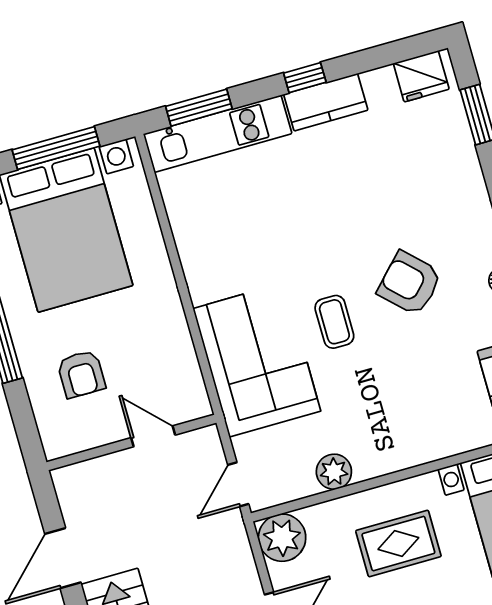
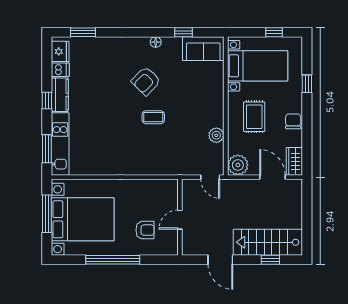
dishwasher: (381, 88) -> (60, 70), added
corner sofa: (257, 360) -> (160, 154), removed
door: (153, 436) -> (180, 220), moved

